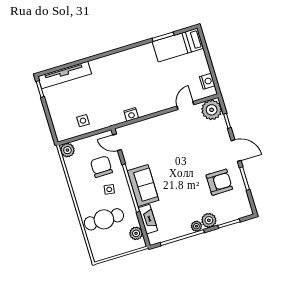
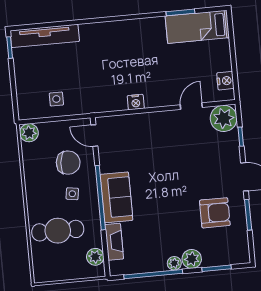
nightstand: (131, 114) -> (136, 102), moved
chair: (101, 167) -> (68, 163), turned 96

